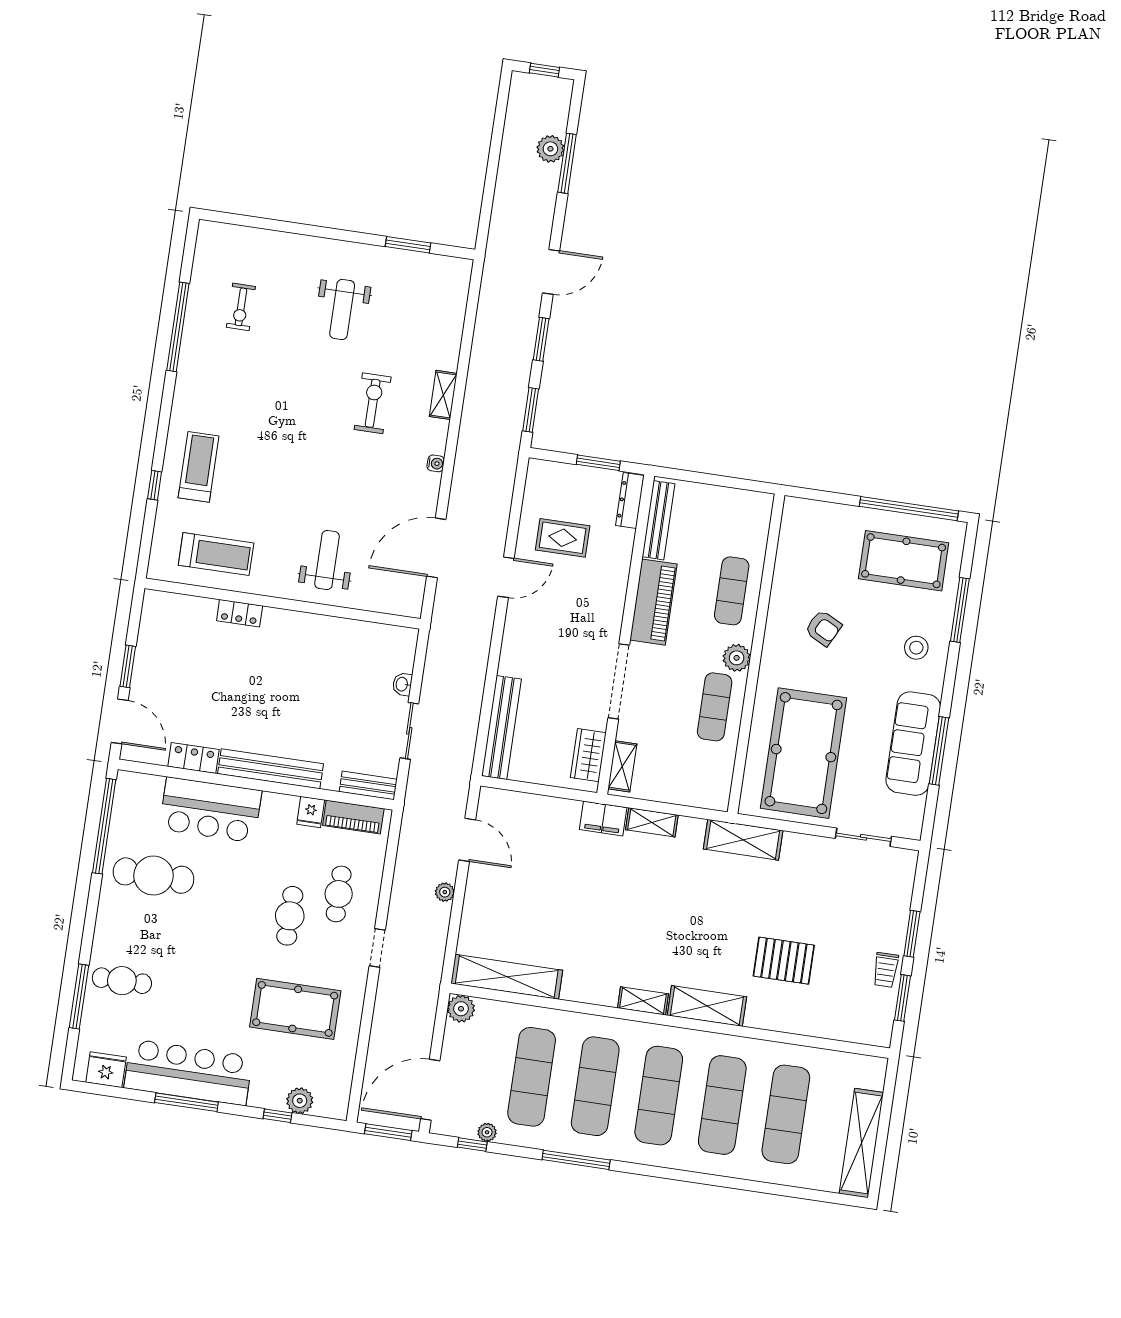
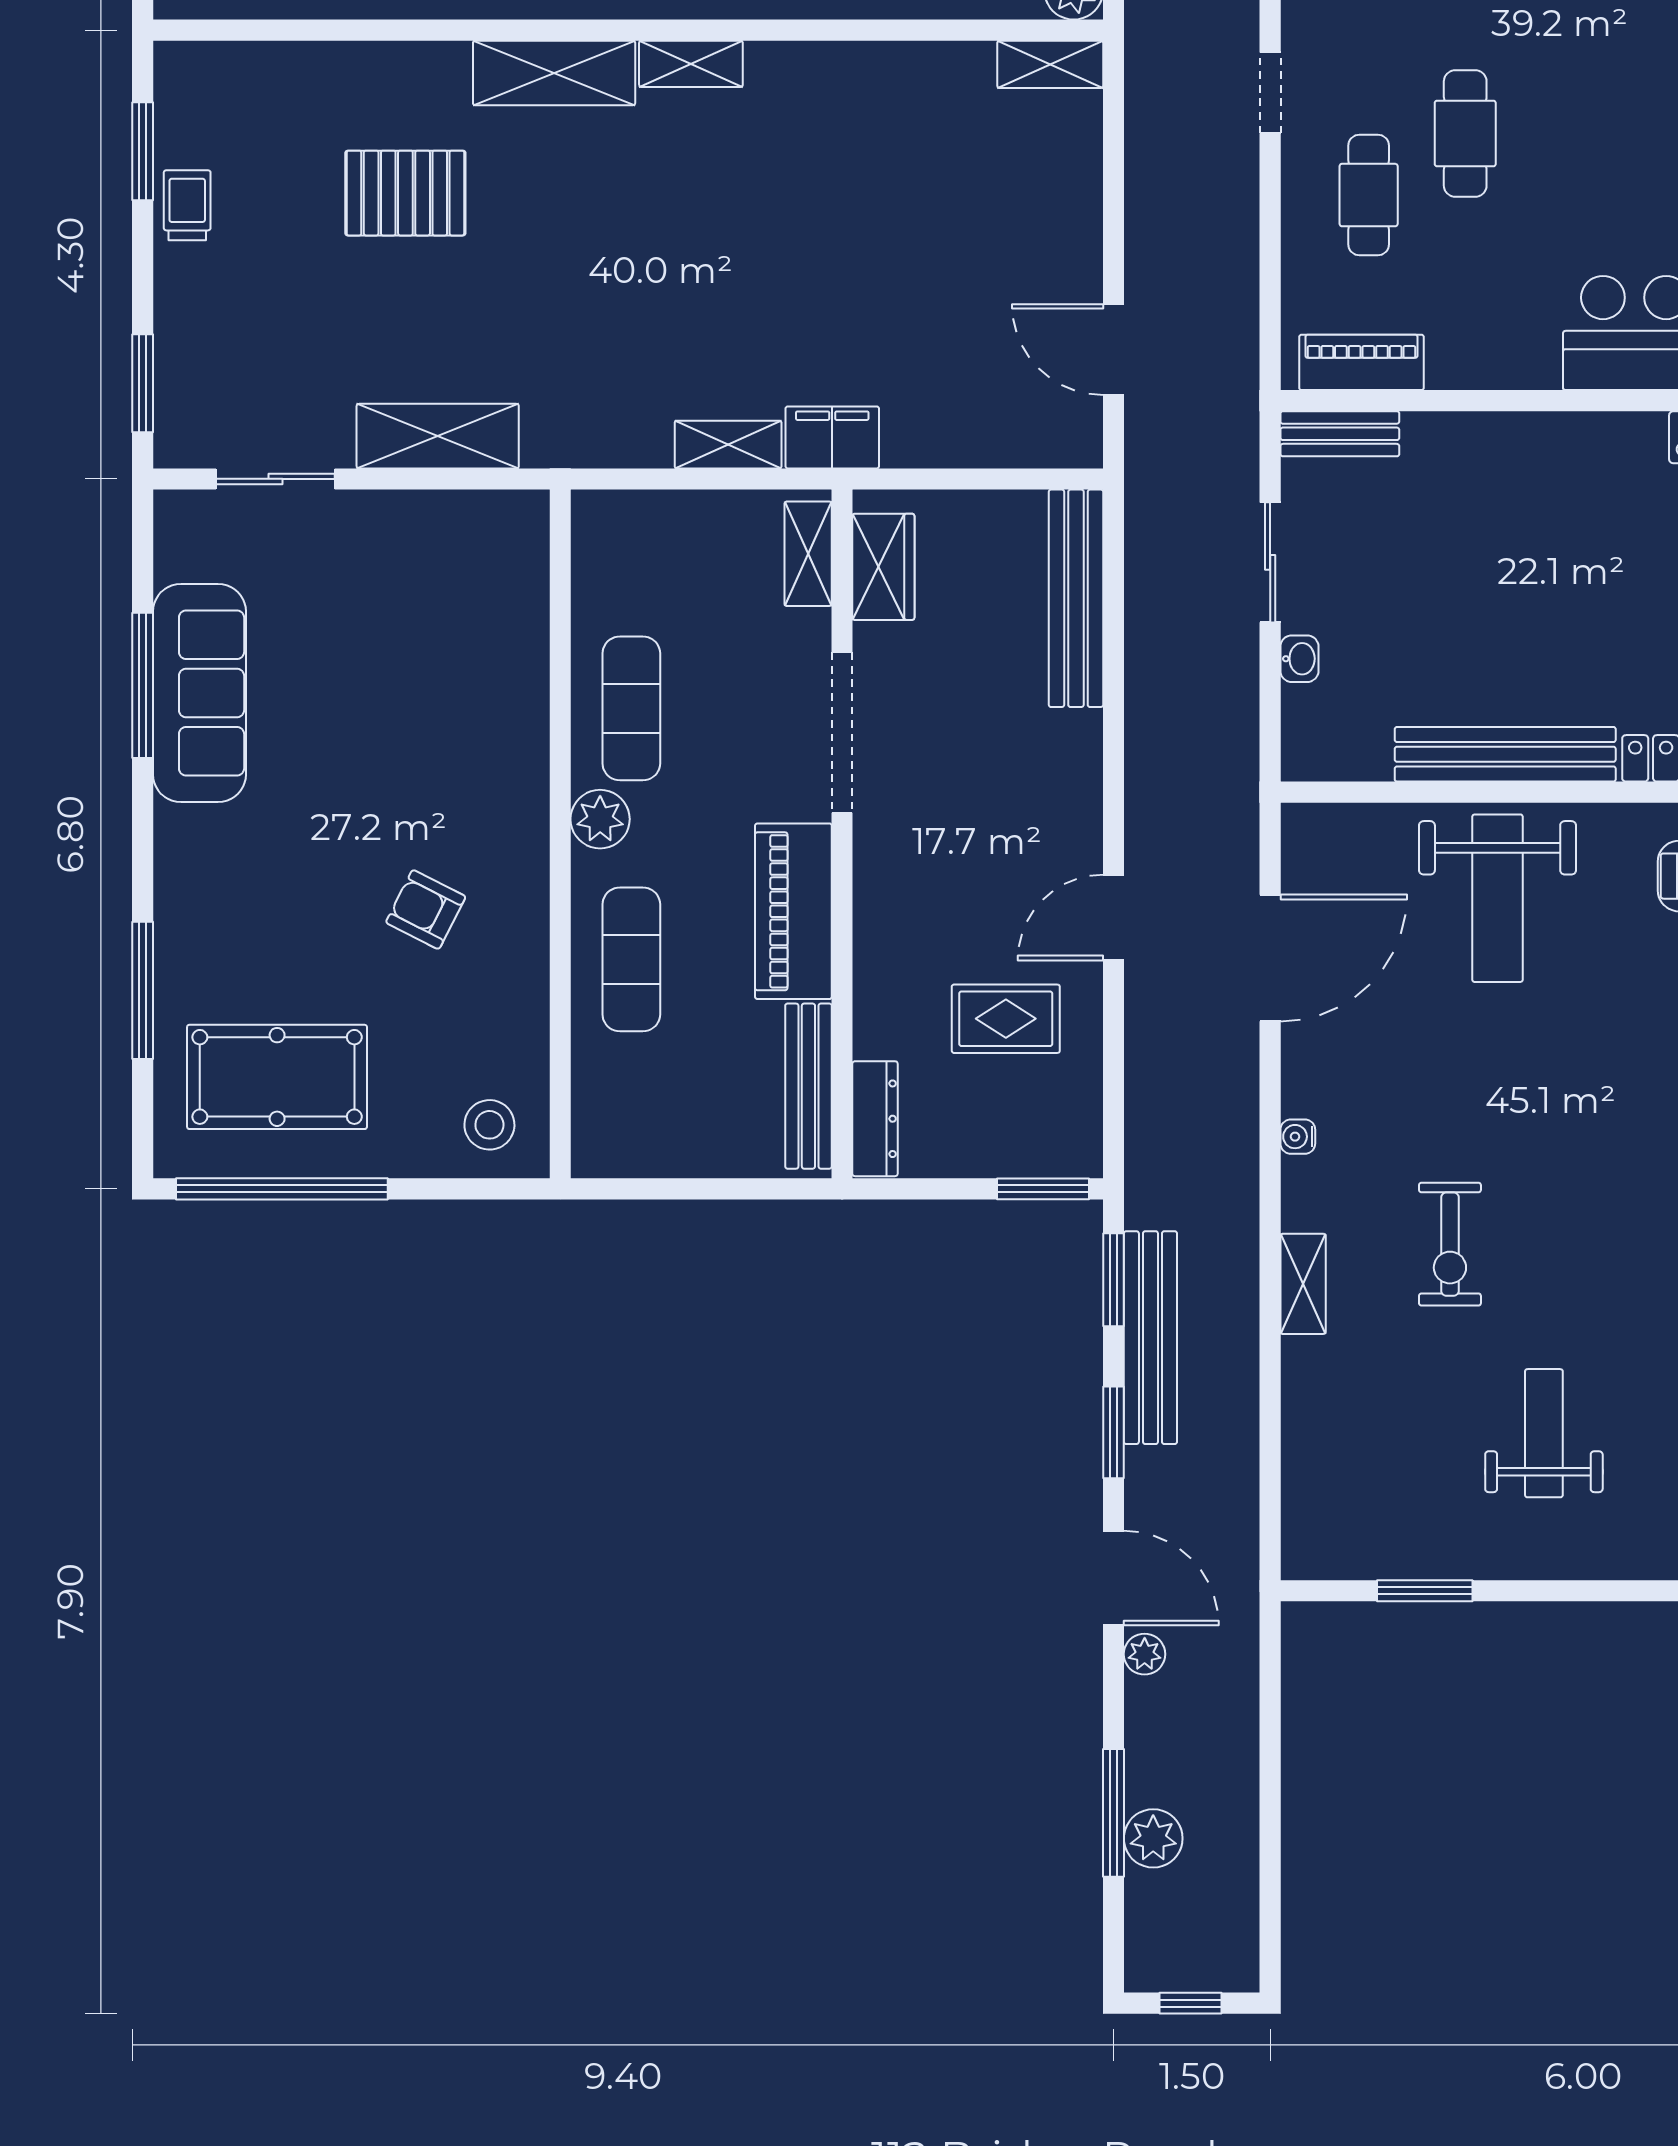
door: (551, 272) -> (1113, 1578), swing flipped
bench: (518, 381) -> (1150, 1338), added
window: (598, 463) -> (1043, 1189), moved
weight bench: (327, 560) -> (1498, 898), width x1.36, depth x1.33
stool: (916, 648) -> (489, 1125), moved
pool table: (804, 753) -> (429, 638), removed
bench: (271, 769) -> (1505, 754), moved
fridge: (311, 812) -> (1453, 360), removed
shelving: (743, 840) -> (438, 436), moved
plant: (445, 892) -> (1145, 1654), moved
window: (912, 934) -> (143, 383), moved
shelving: (507, 977) -> (1050, 64), width x0.45, depth x0.75

